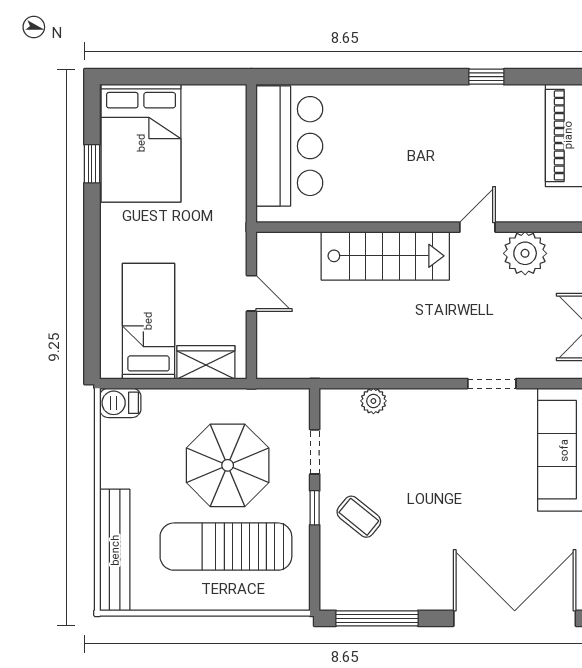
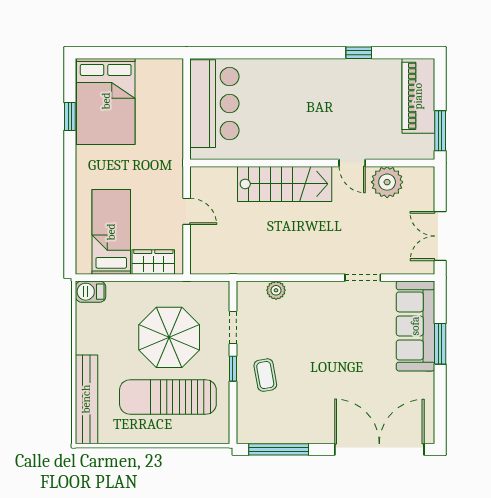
door: (477, 227) -> (352, 163), swing flipped
coffee table: (359, 517) -> (265, 375), turned 41

